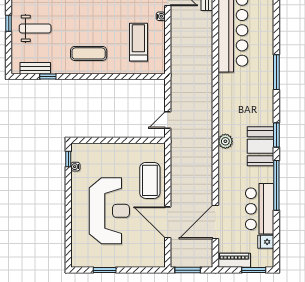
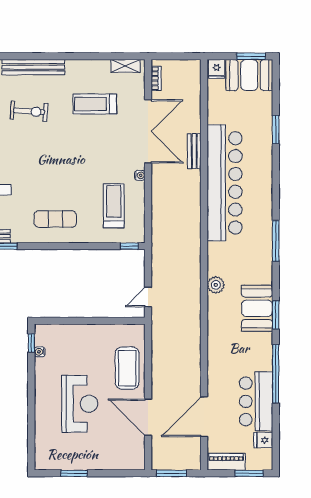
window: (152, 77) -> (129, 246), added
plant: (225, 141) -> (216, 285), moved
booth: (261, 146) -> (257, 308), moved
reception desk: (109, 211) -> (80, 404), width x0.74, depth x0.77

